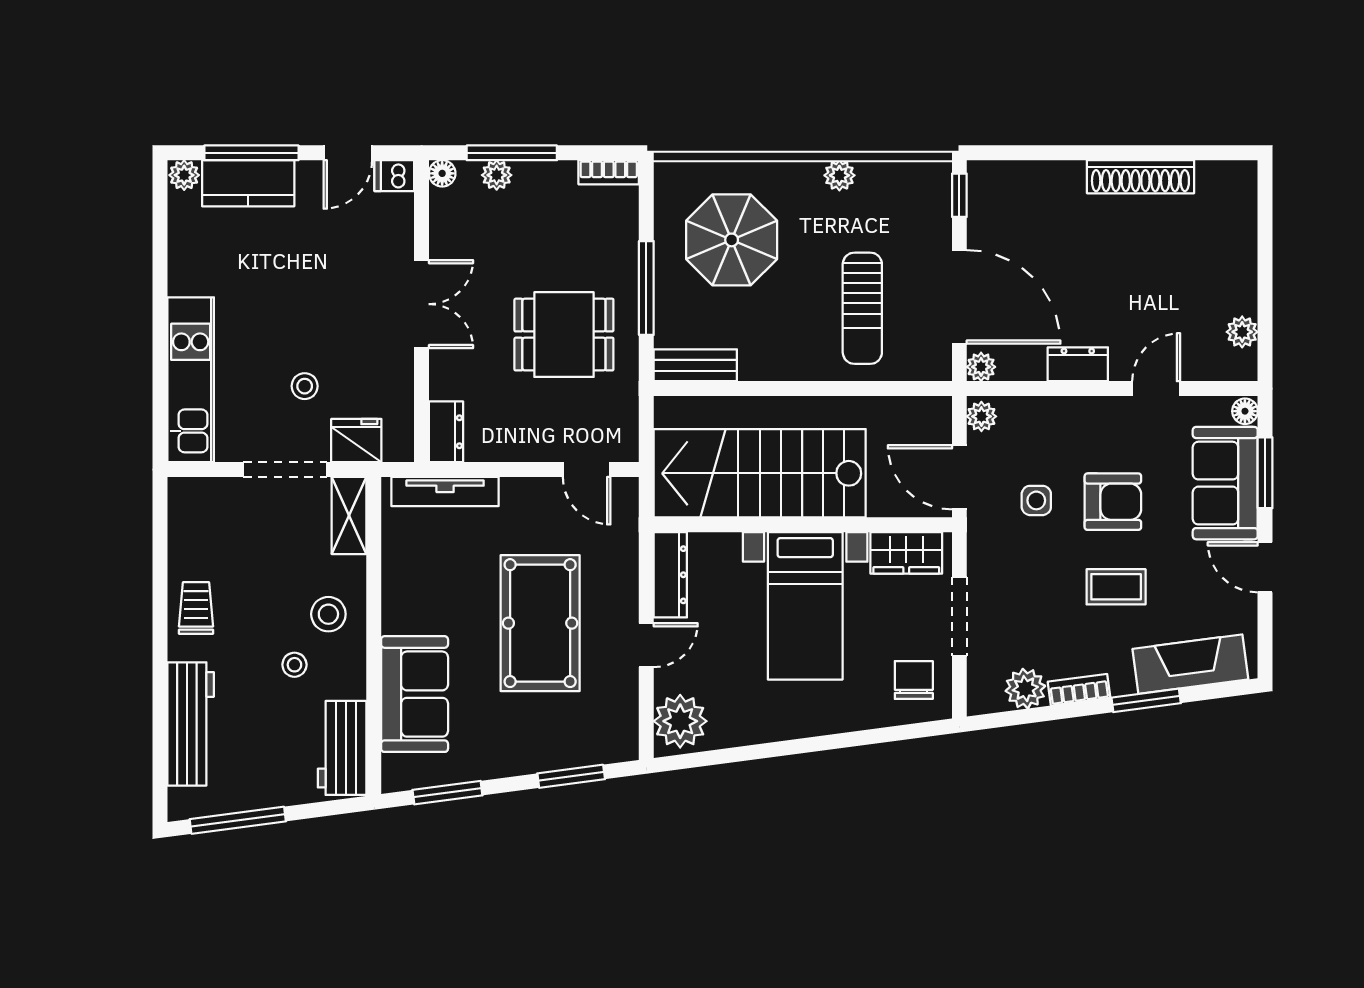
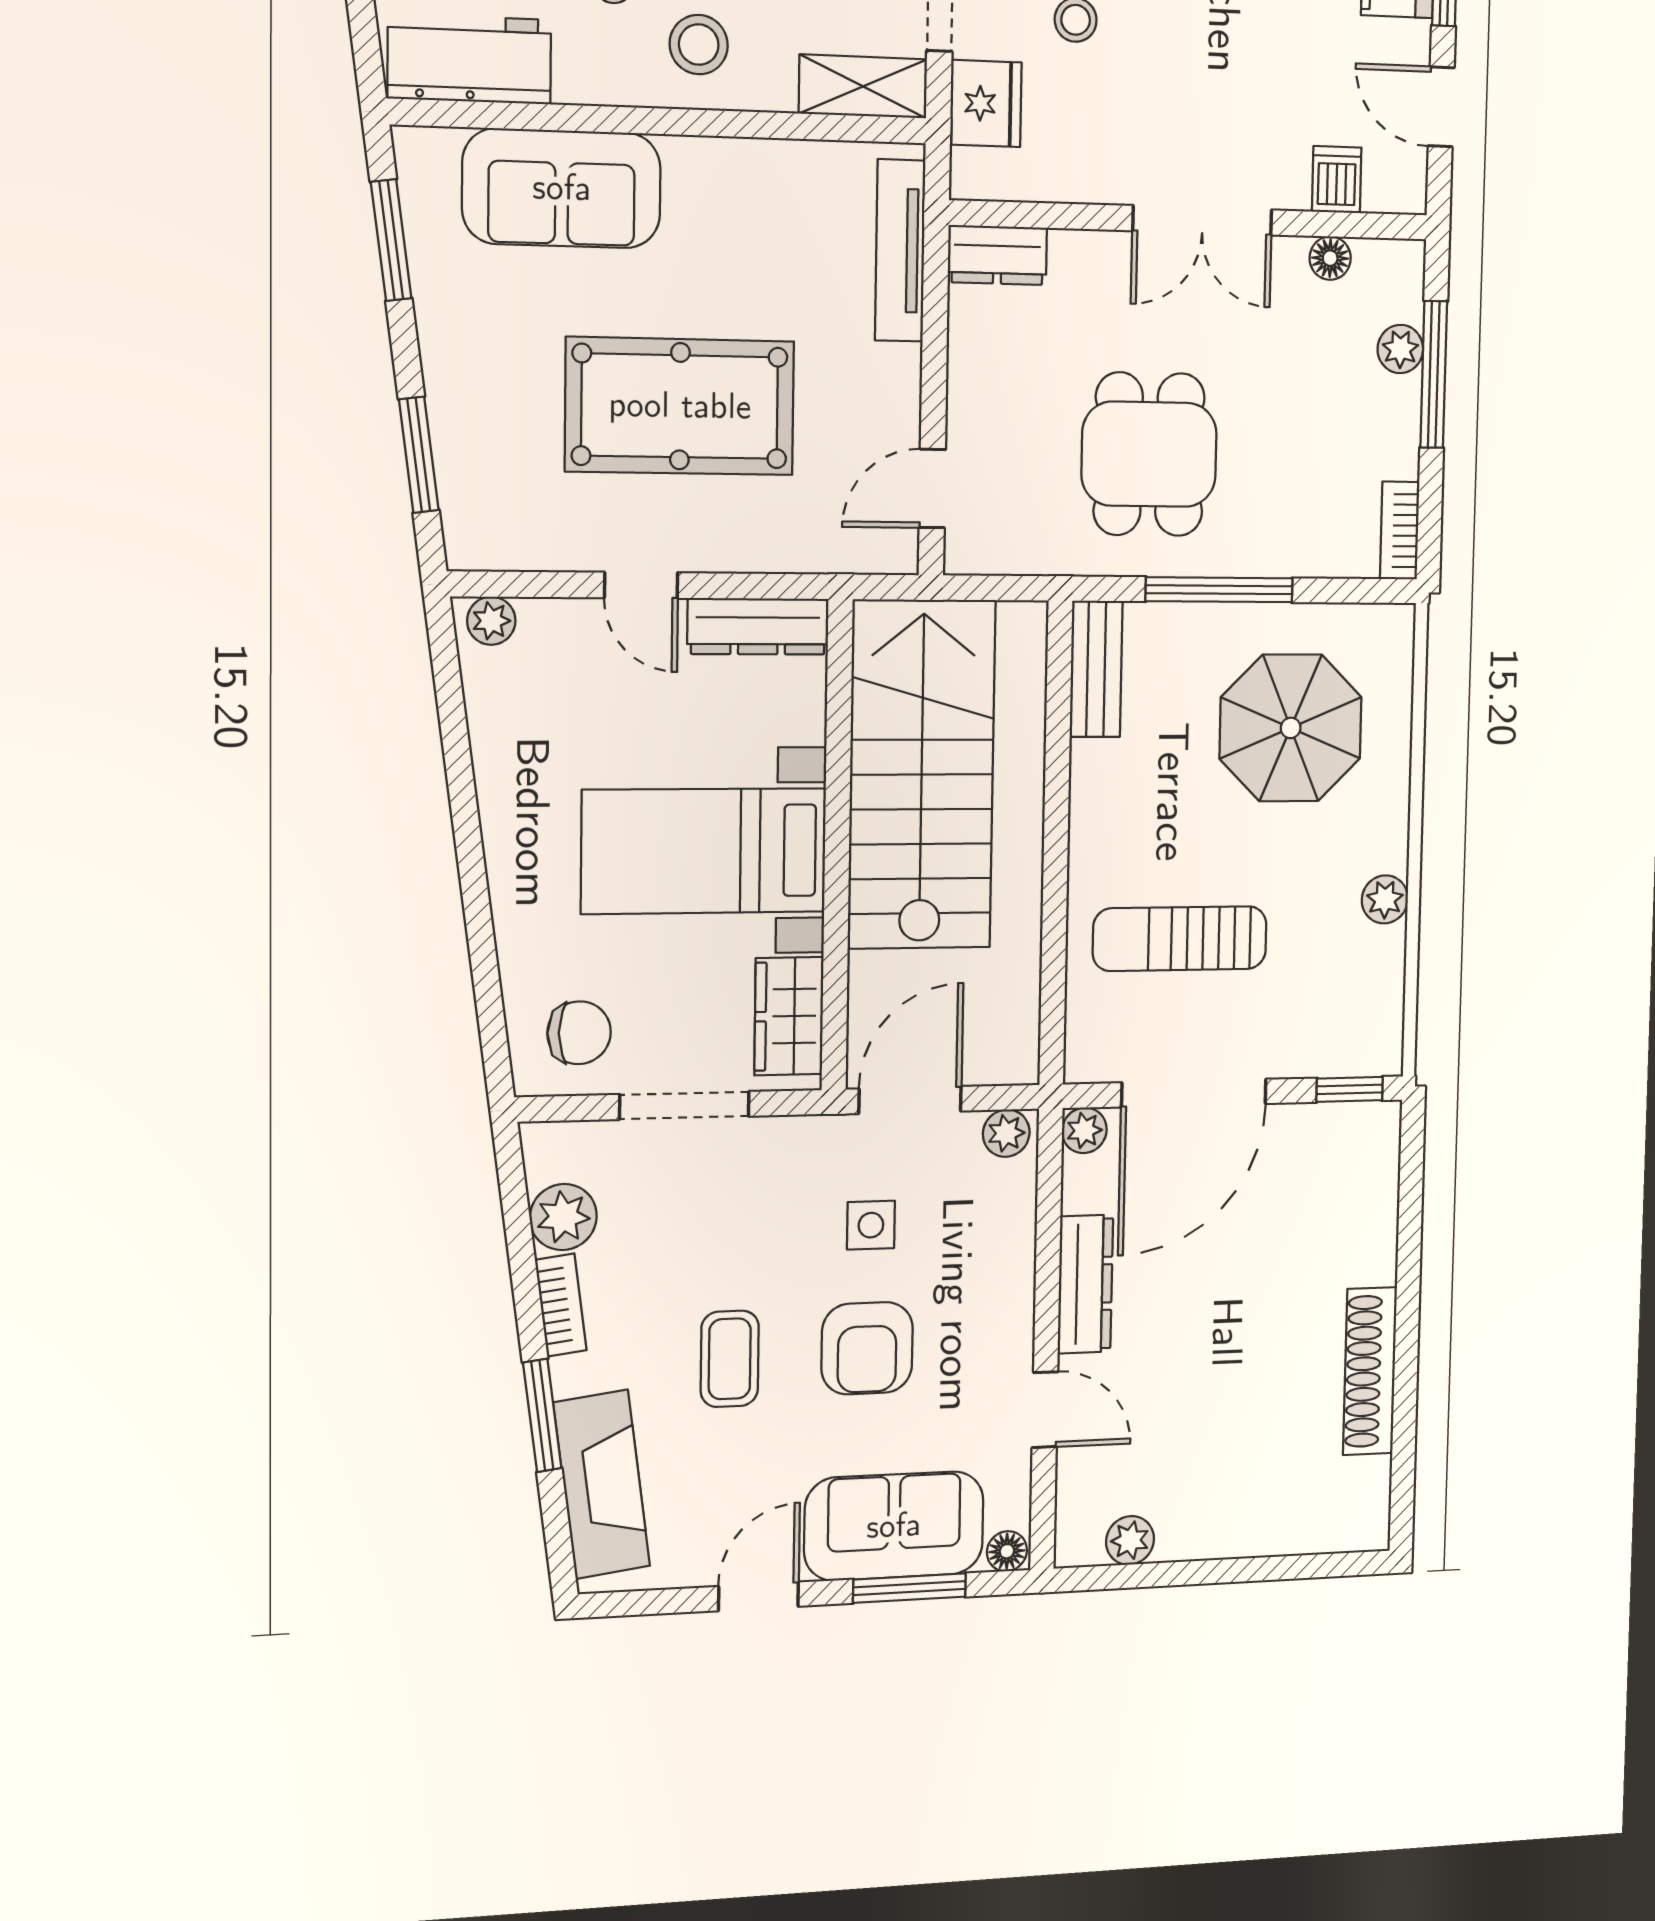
floor lamp: (442, 173) -> (1330, 258), moved
dishwasher: (394, 176) -> (1337, 180), moved
dresser: (1078, 364) -> (1085, 1284), width x1.44
plant: (680, 721) -> (491, 621), width x0.53, depth x0.53

